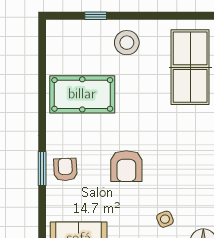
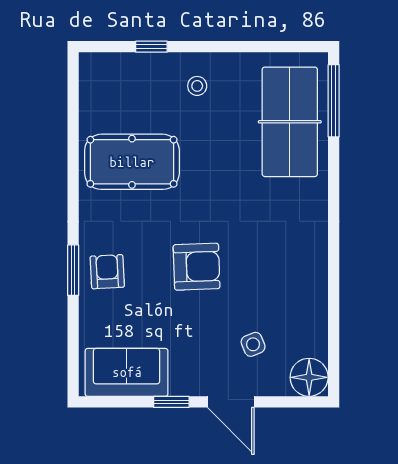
stool: (127, 43) -> (197, 86), width x0.53, depth x0.53
armchair: (126, 166) -> (197, 267), turned -92

